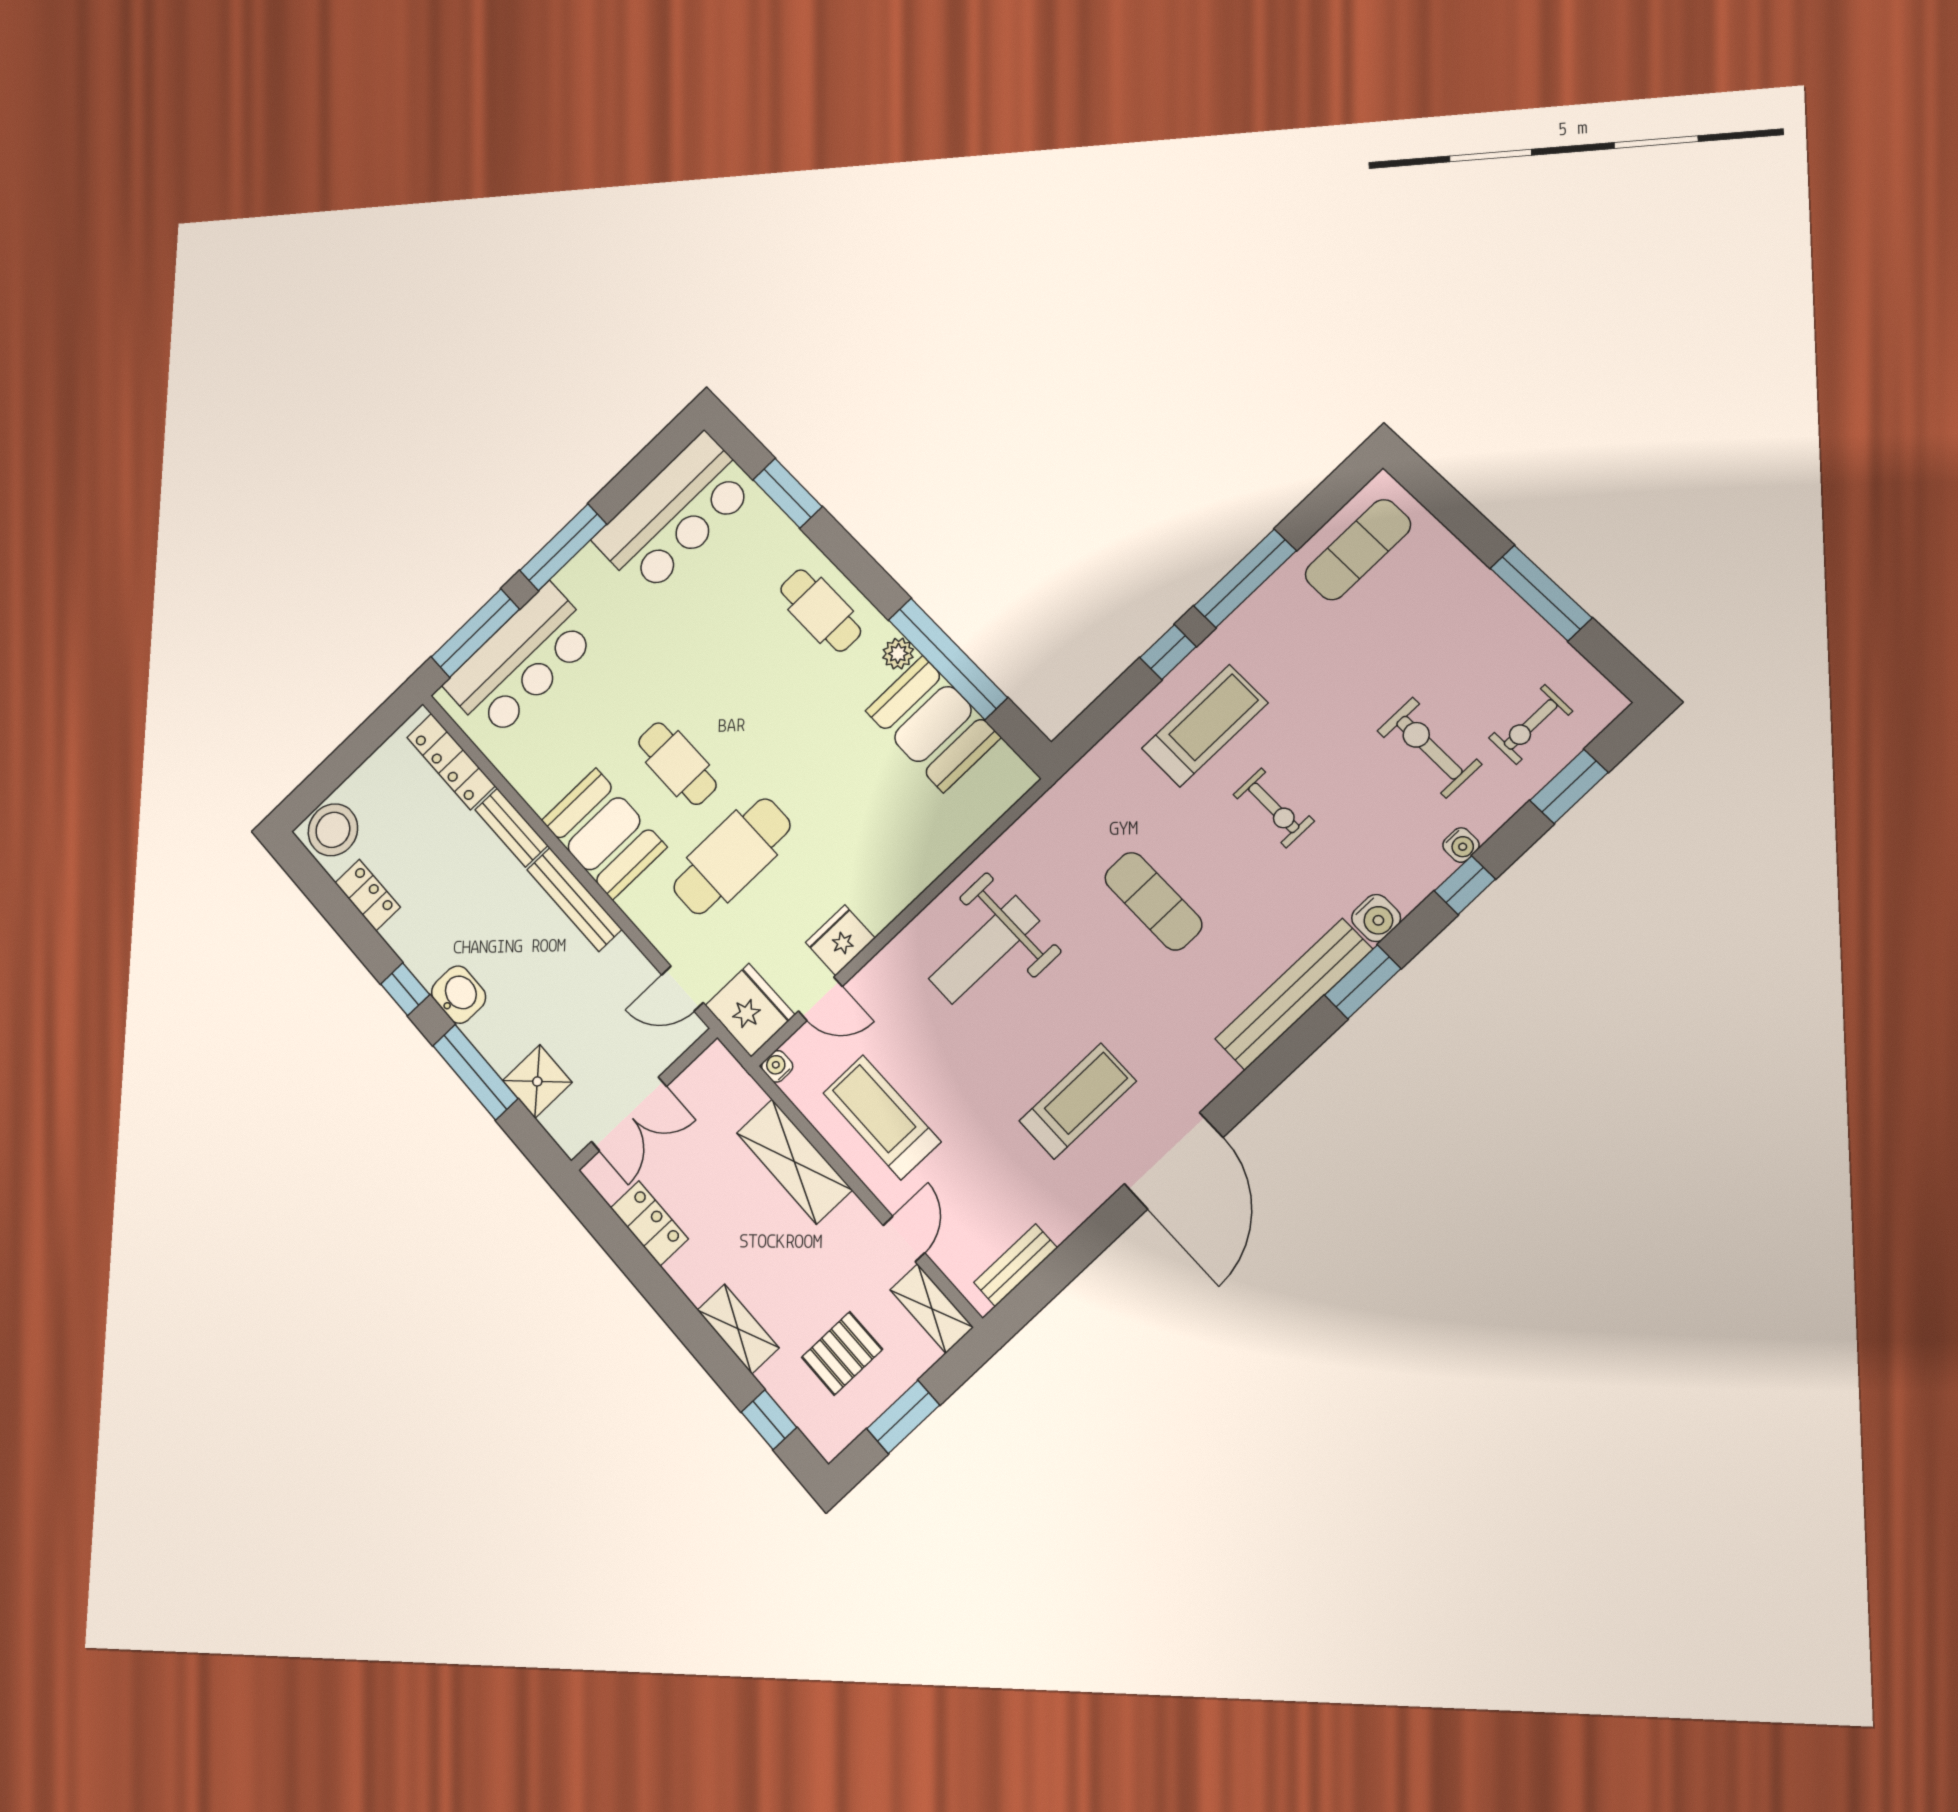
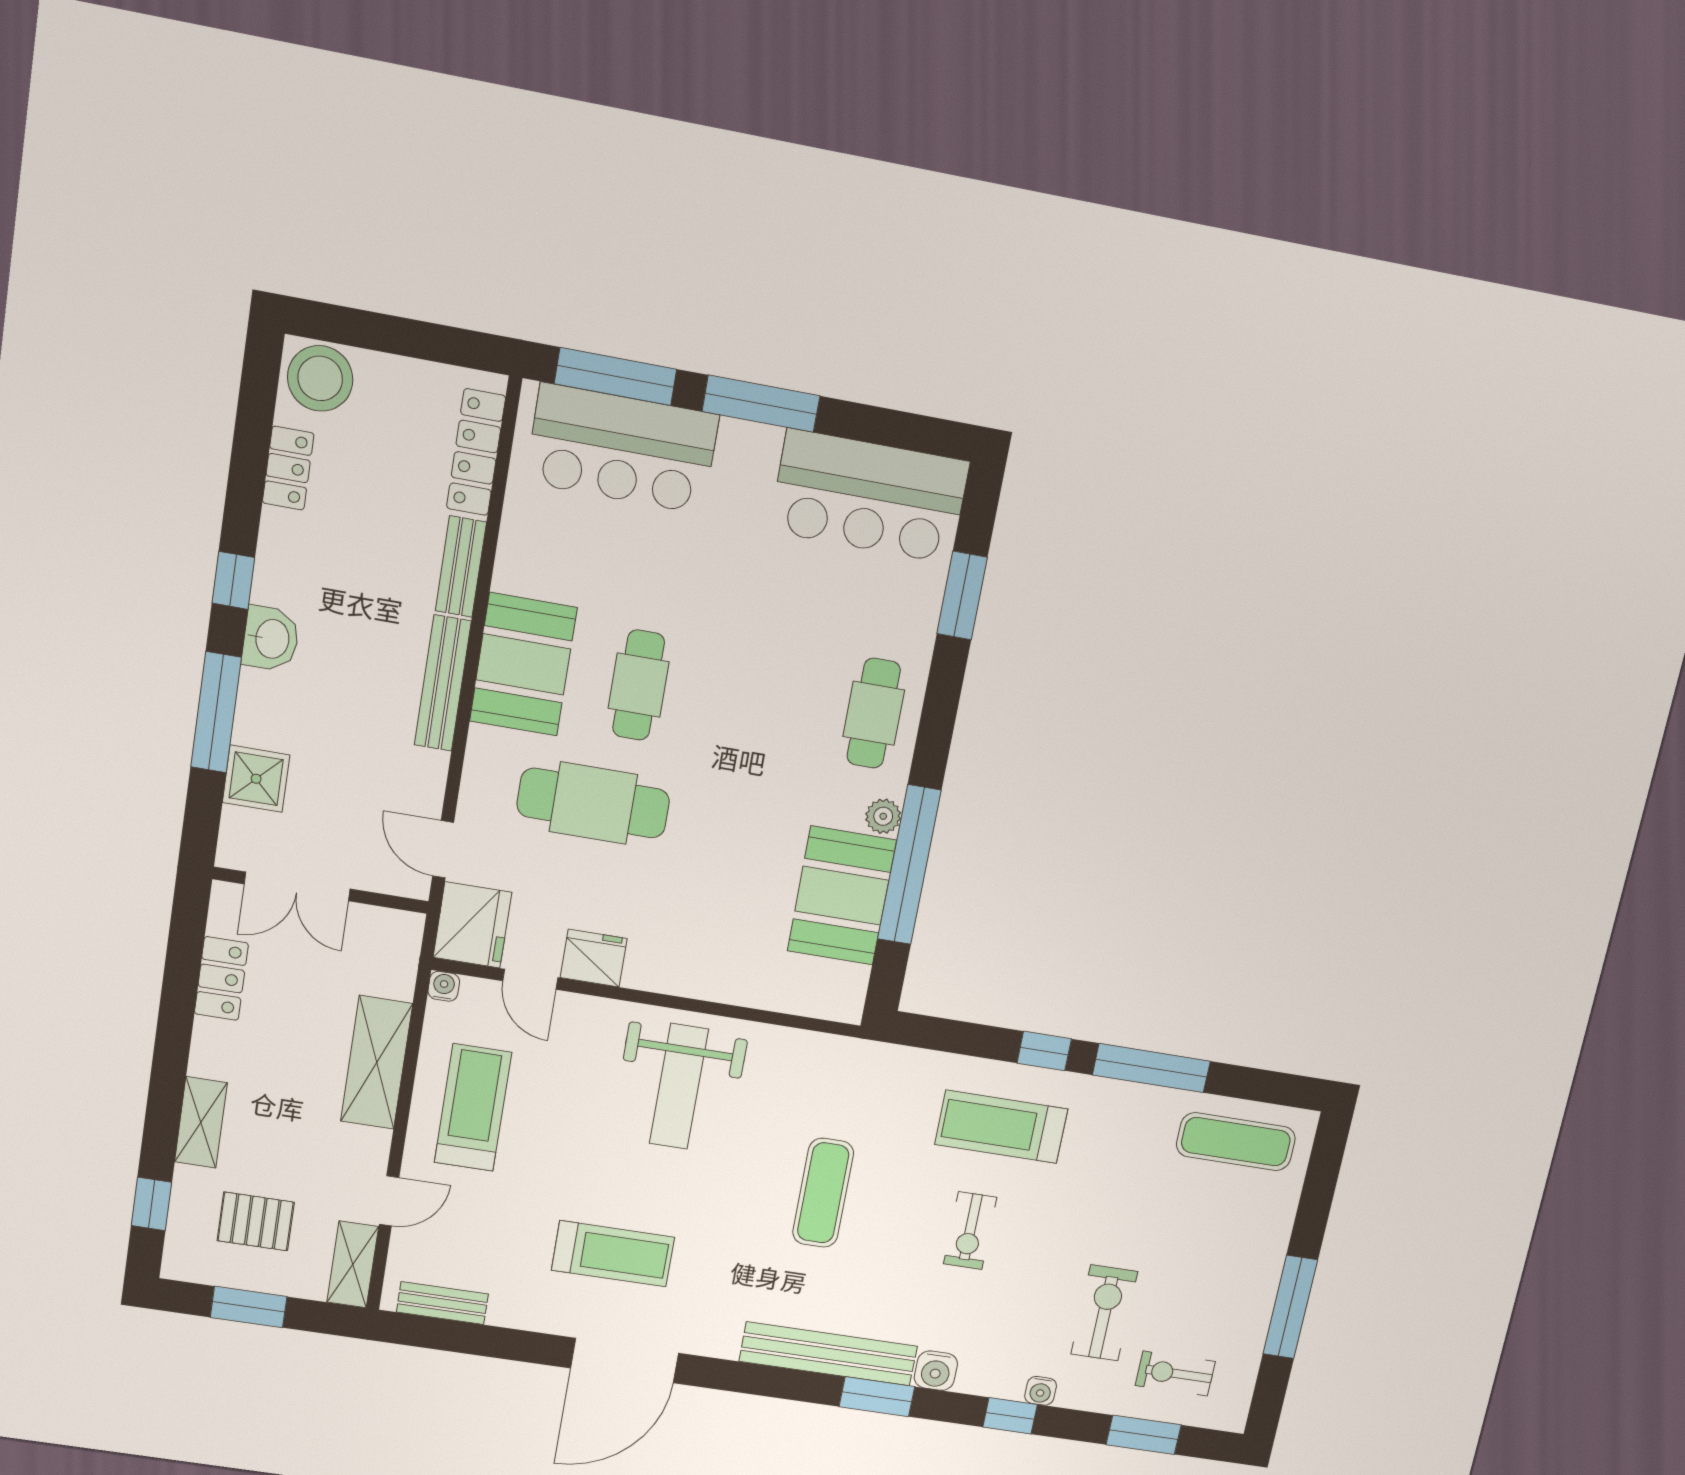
treadmill: (1205, 726) -> (1001, 1127), turned 180
weight bench: (984, 950) -> (679, 1086), turned -90

